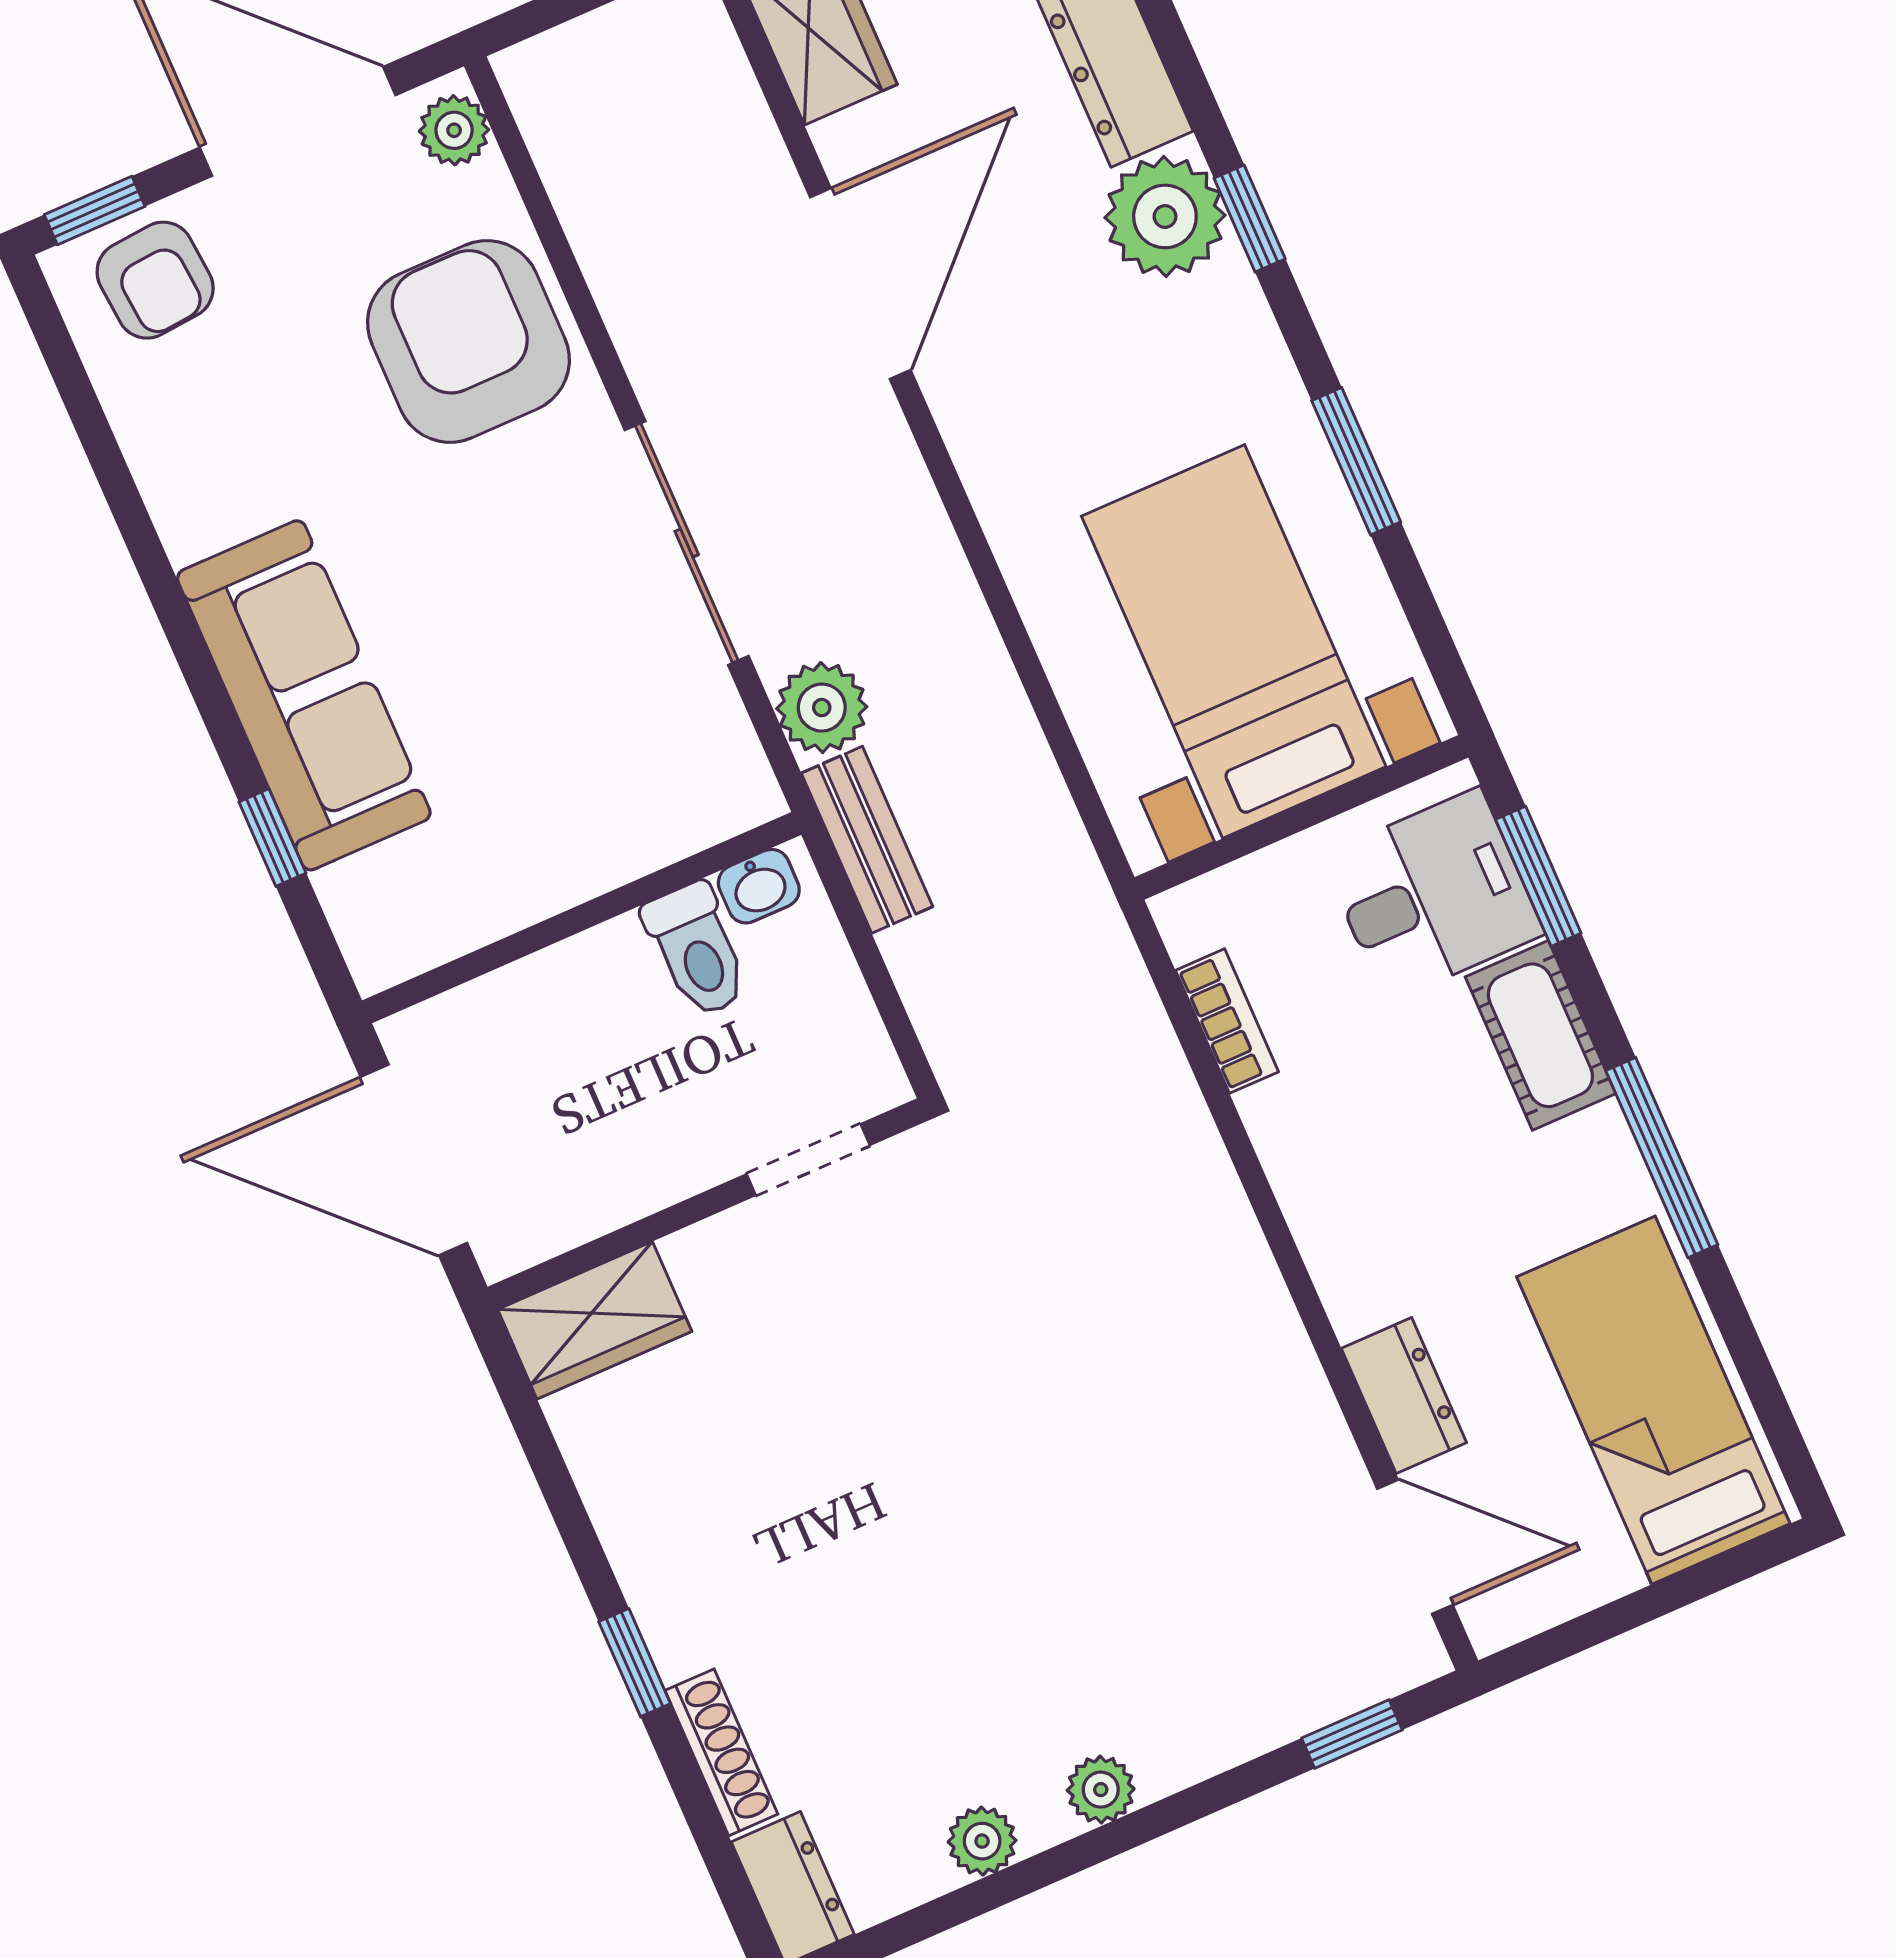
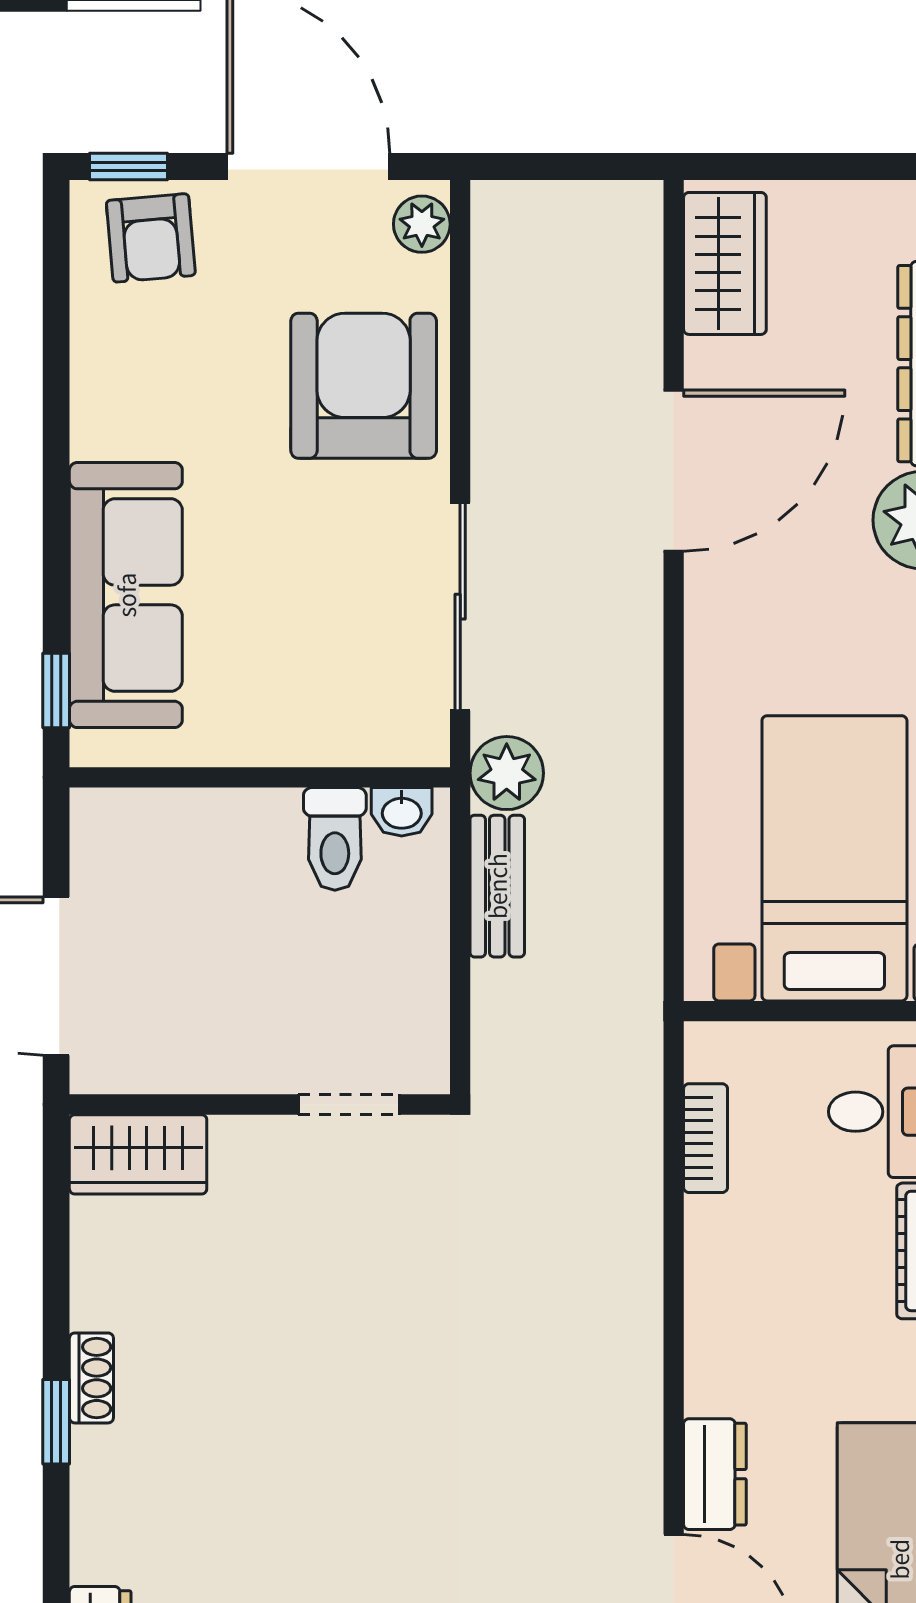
washbasin: (759, 886) -> (402, 812), moved
wall: (582, 918) -> (260, 777), moved
toilet: (697, 950) -> (335, 839), moved
shoe rack: (721, 1752) -> (91, 1378), moved, width x0.70

